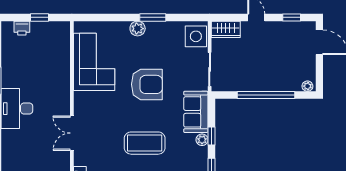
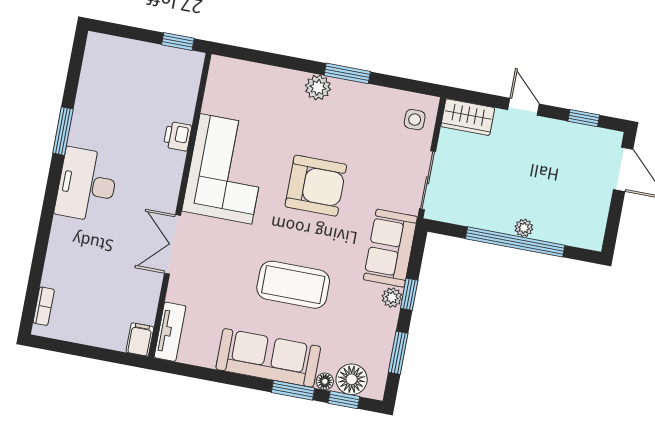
window: (39, 17) -> (178, 41), moved
printer: (22, 28) -> (178, 136), moved, turned 90
side table: (196, 36) -> (415, 120), width x0.54, depth x0.54
corner sofa: (94, 62) -> (226, 169), moved
plant: (307, 86) -> (524, 228), moved

